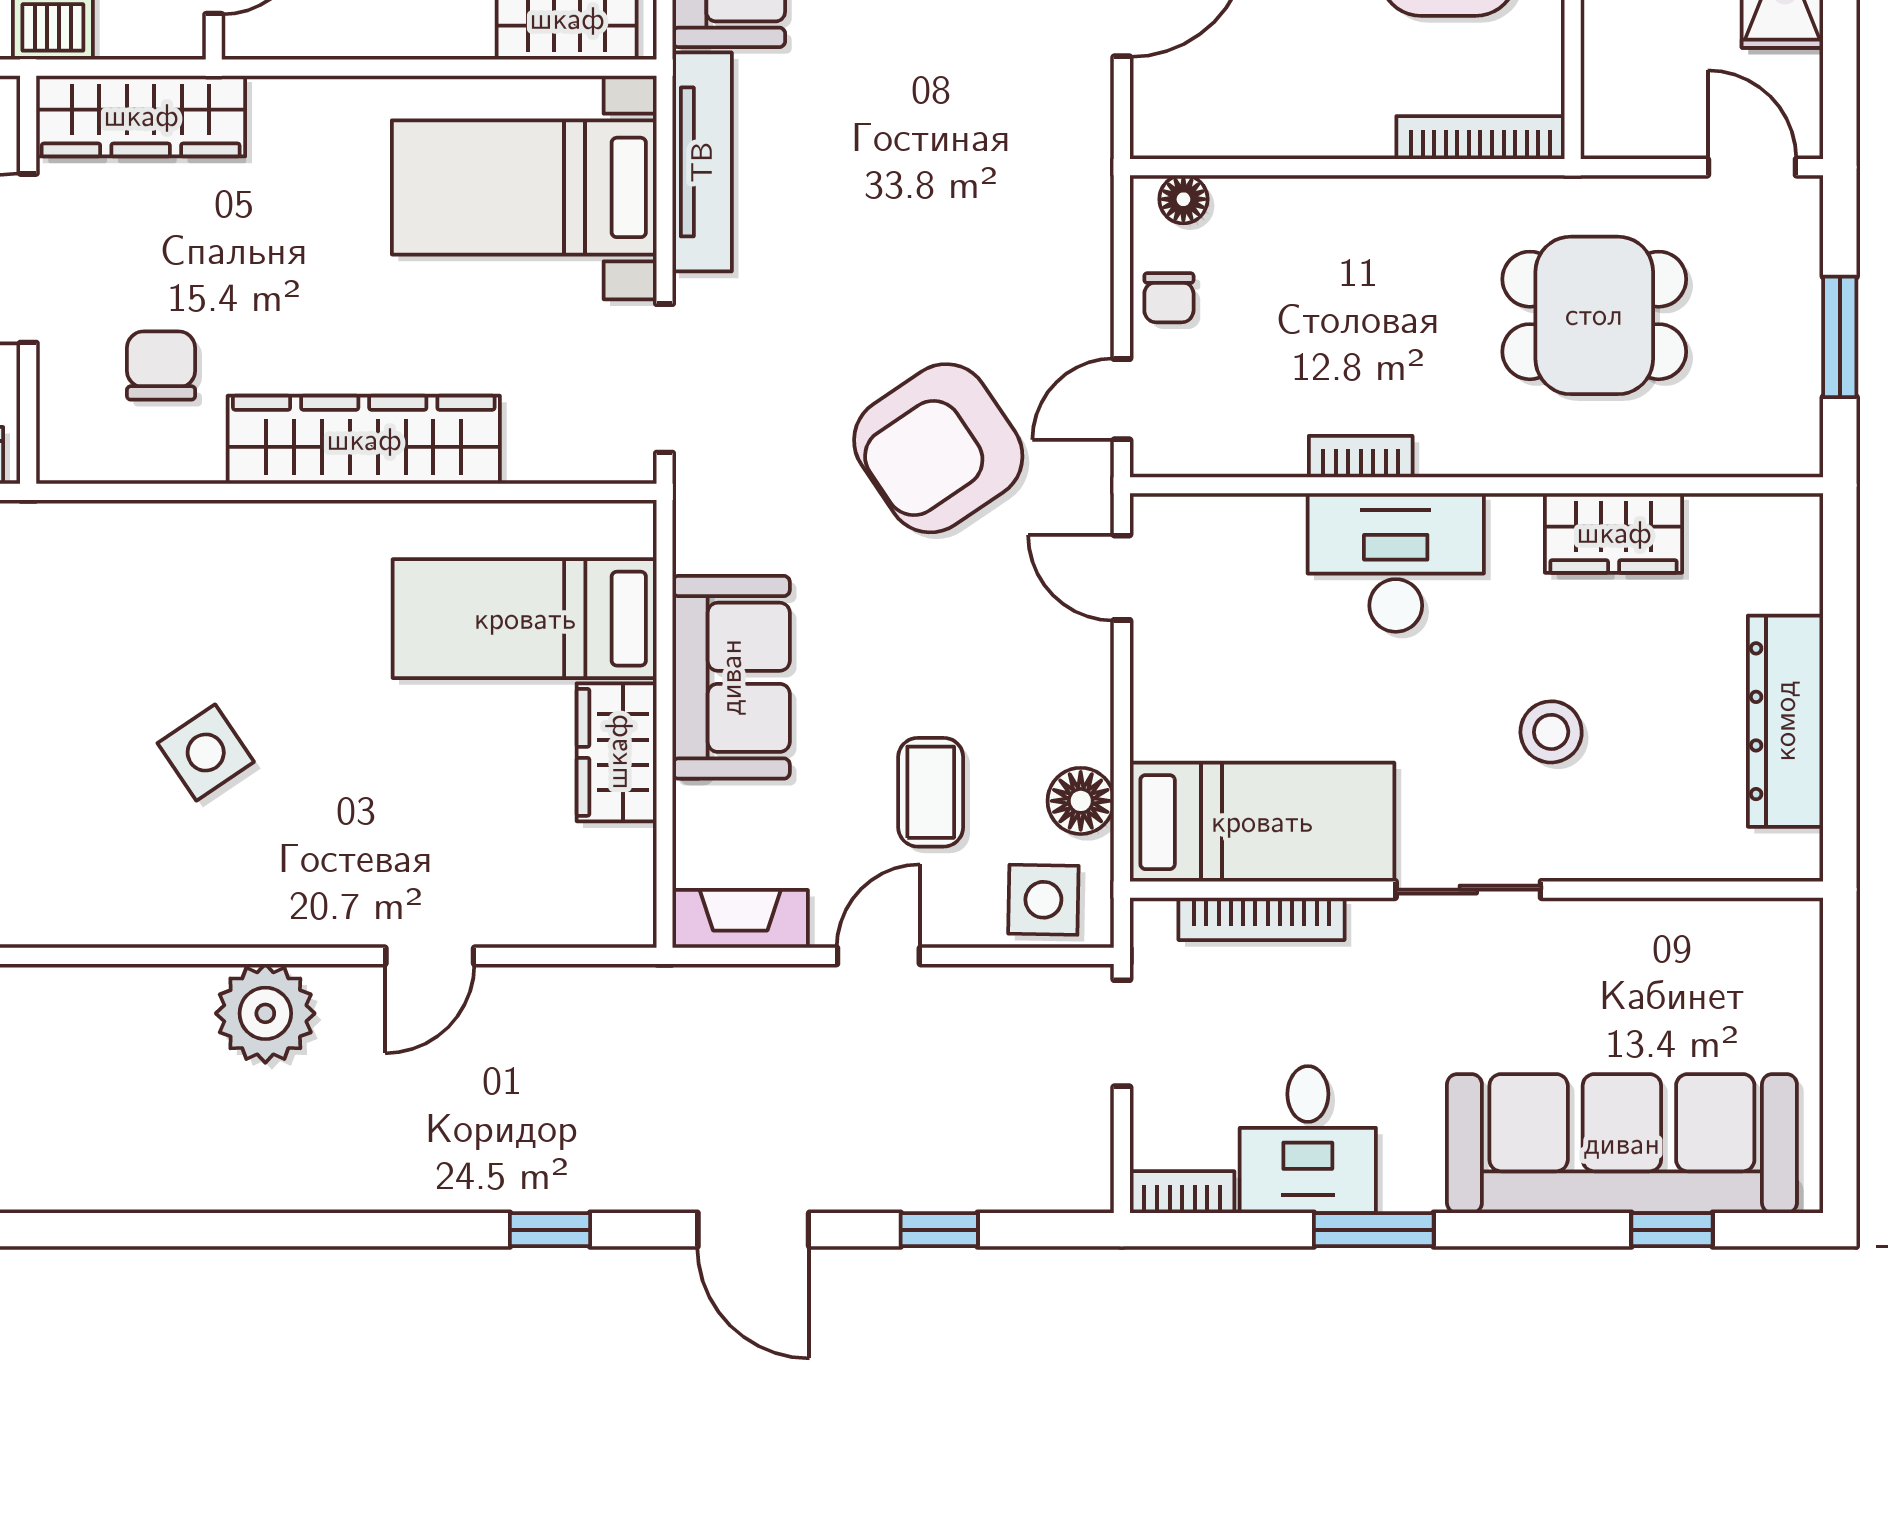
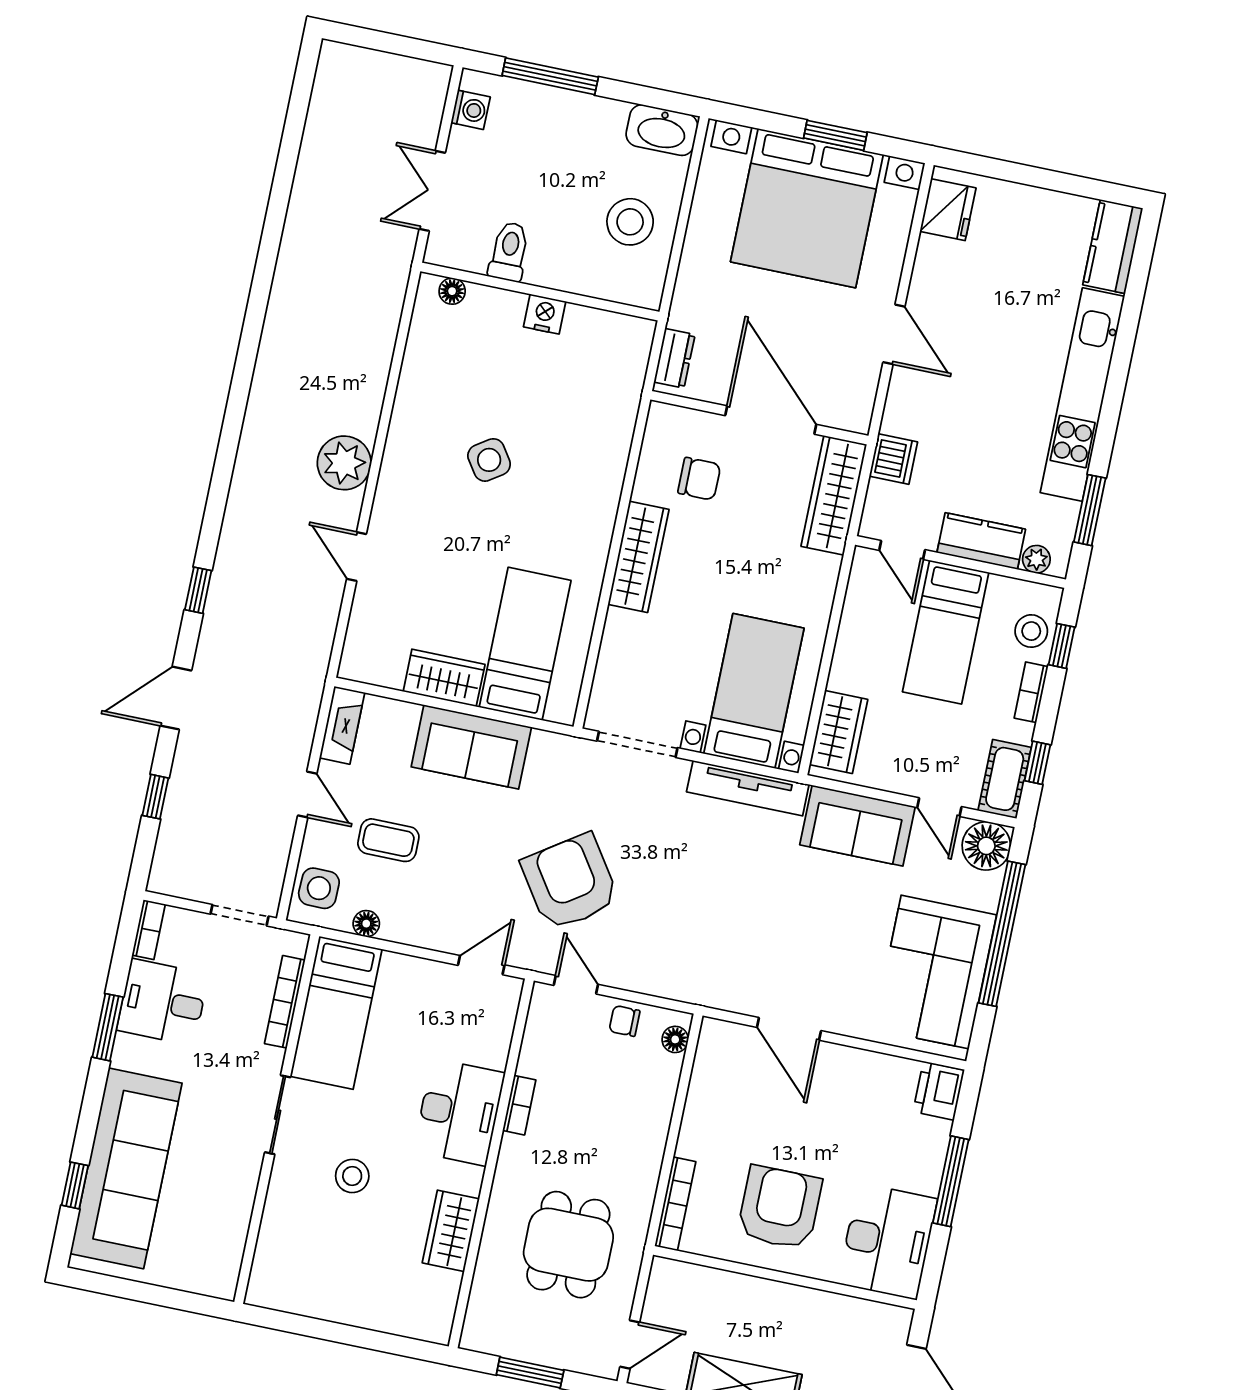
wardrobe: (364, 440) -> (638, 557), width x0.71, depth x0.85
dresser: (1785, 721) -> (332, 1301), removed
floor lamp: (1081, 801) -> (366, 924), width x0.73, depth x0.73

